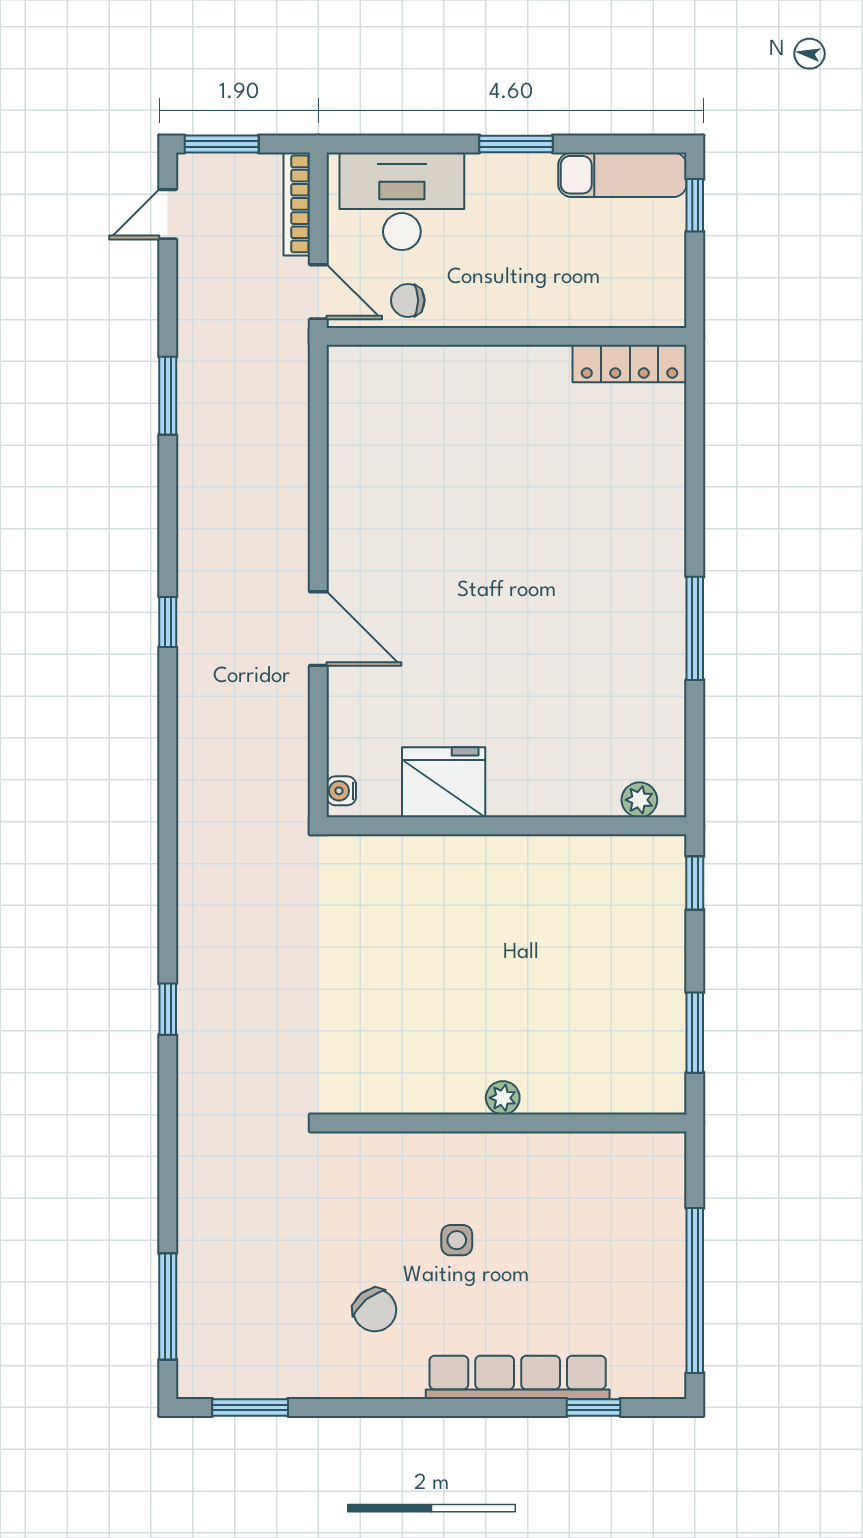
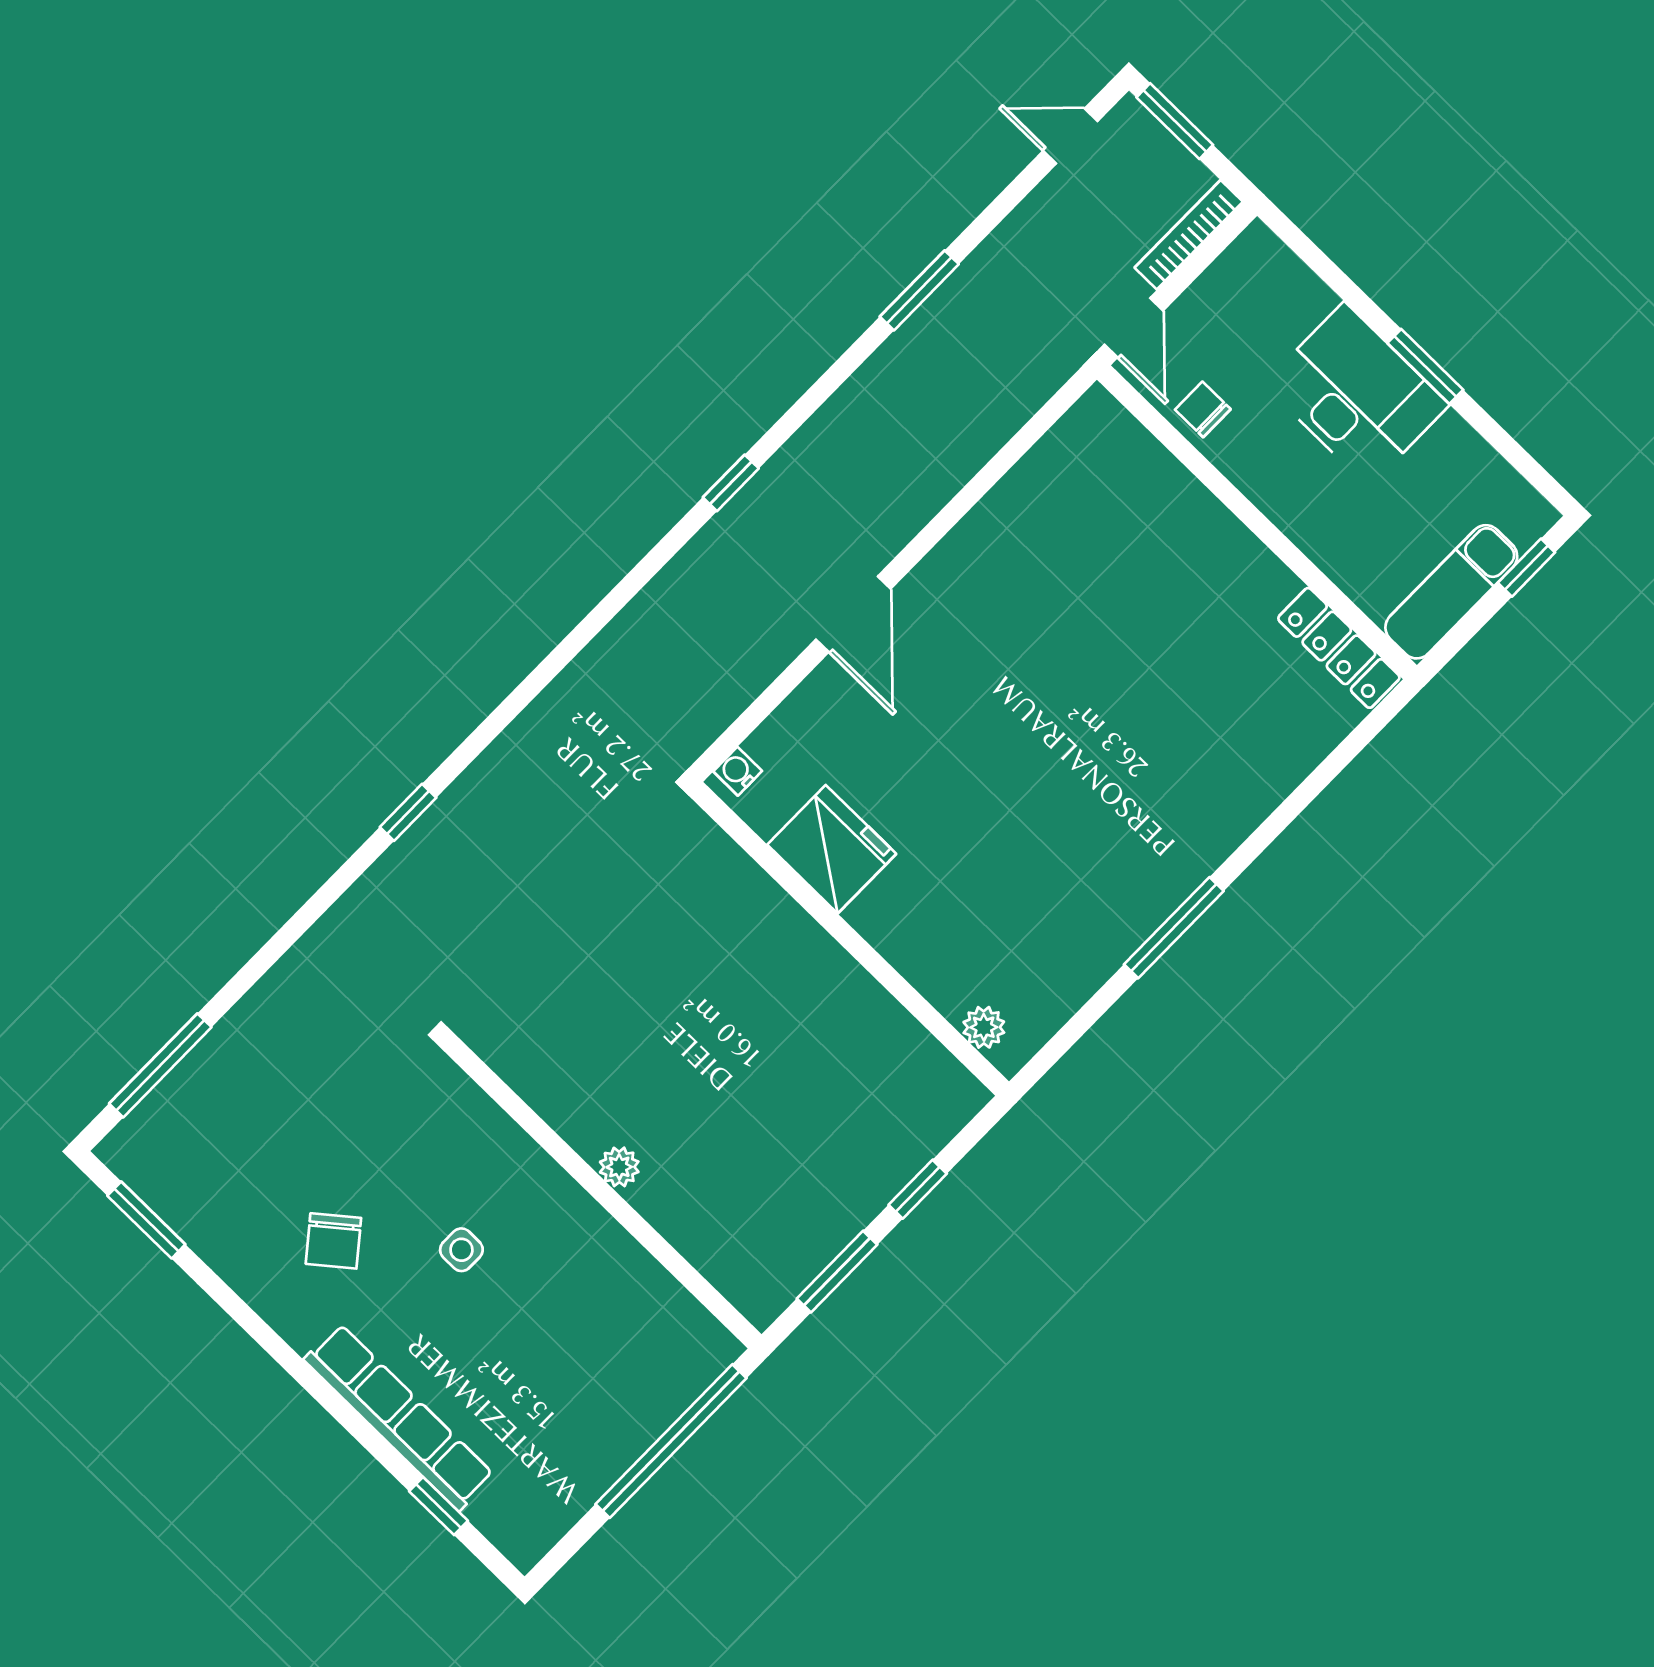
exam couch: (622, 175) -> (1451, 592), moved, turned 90
desk: (402, 201) -> (1356, 394), moved
window: (695, 883) -> (918, 1189), moved
window: (695, 1291) -> (671, 1441), moved

